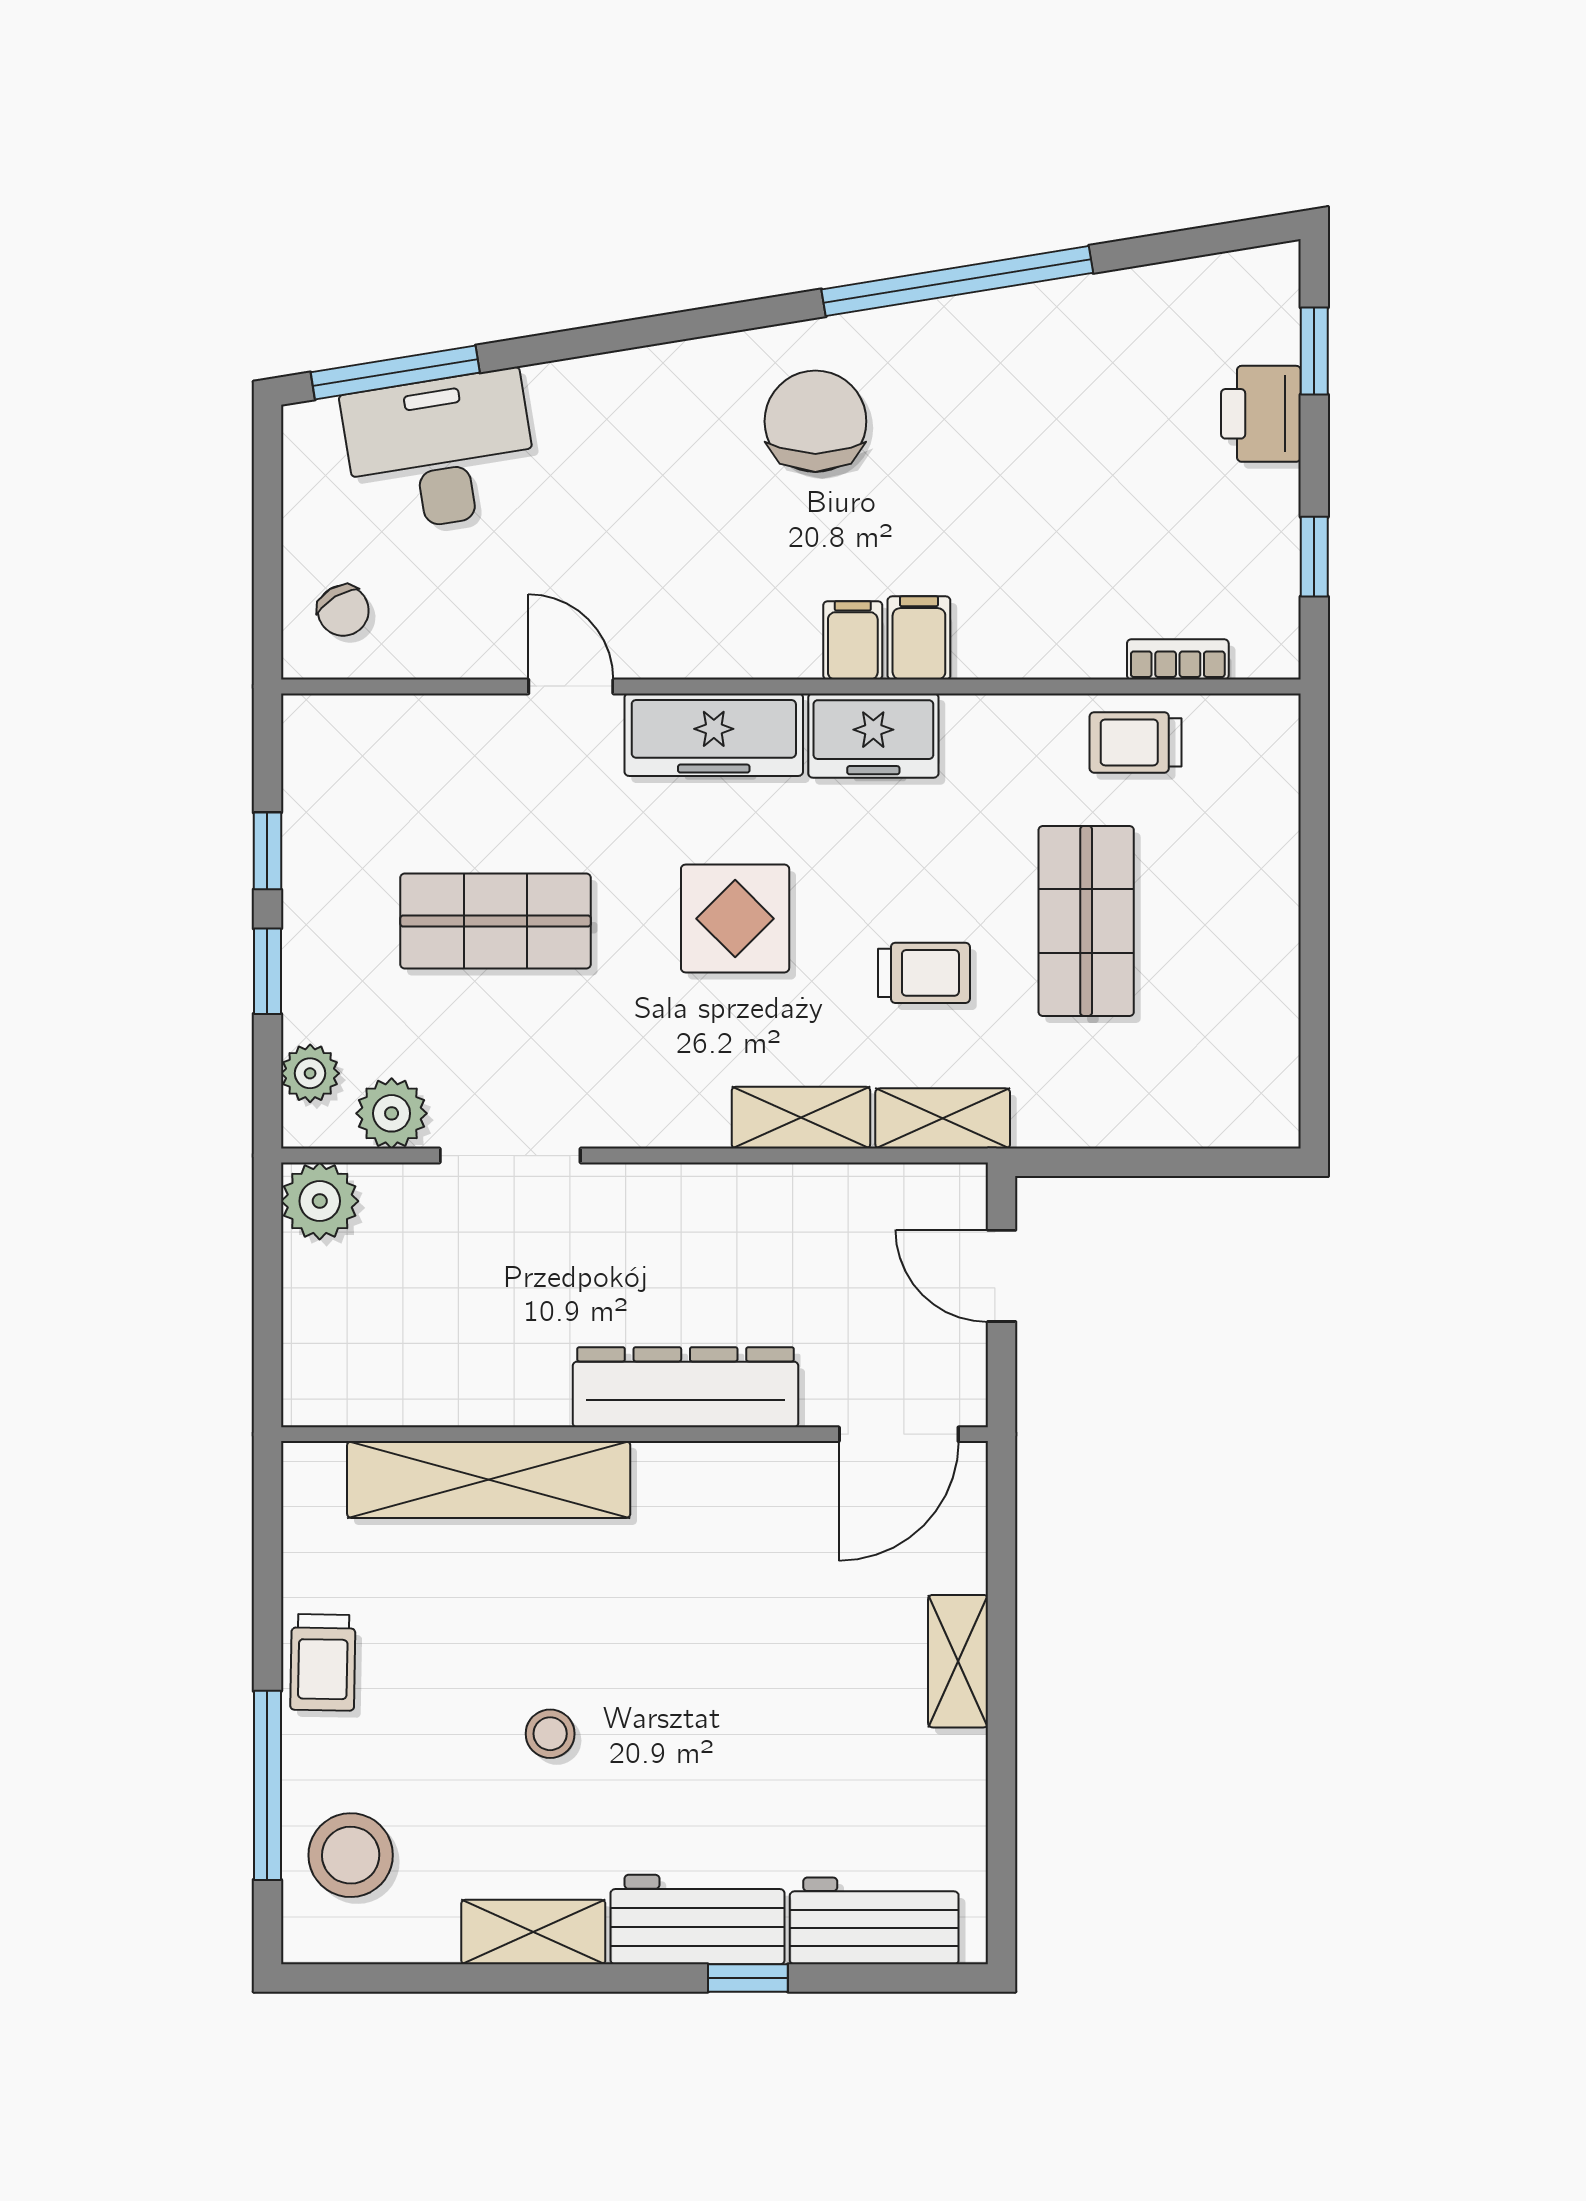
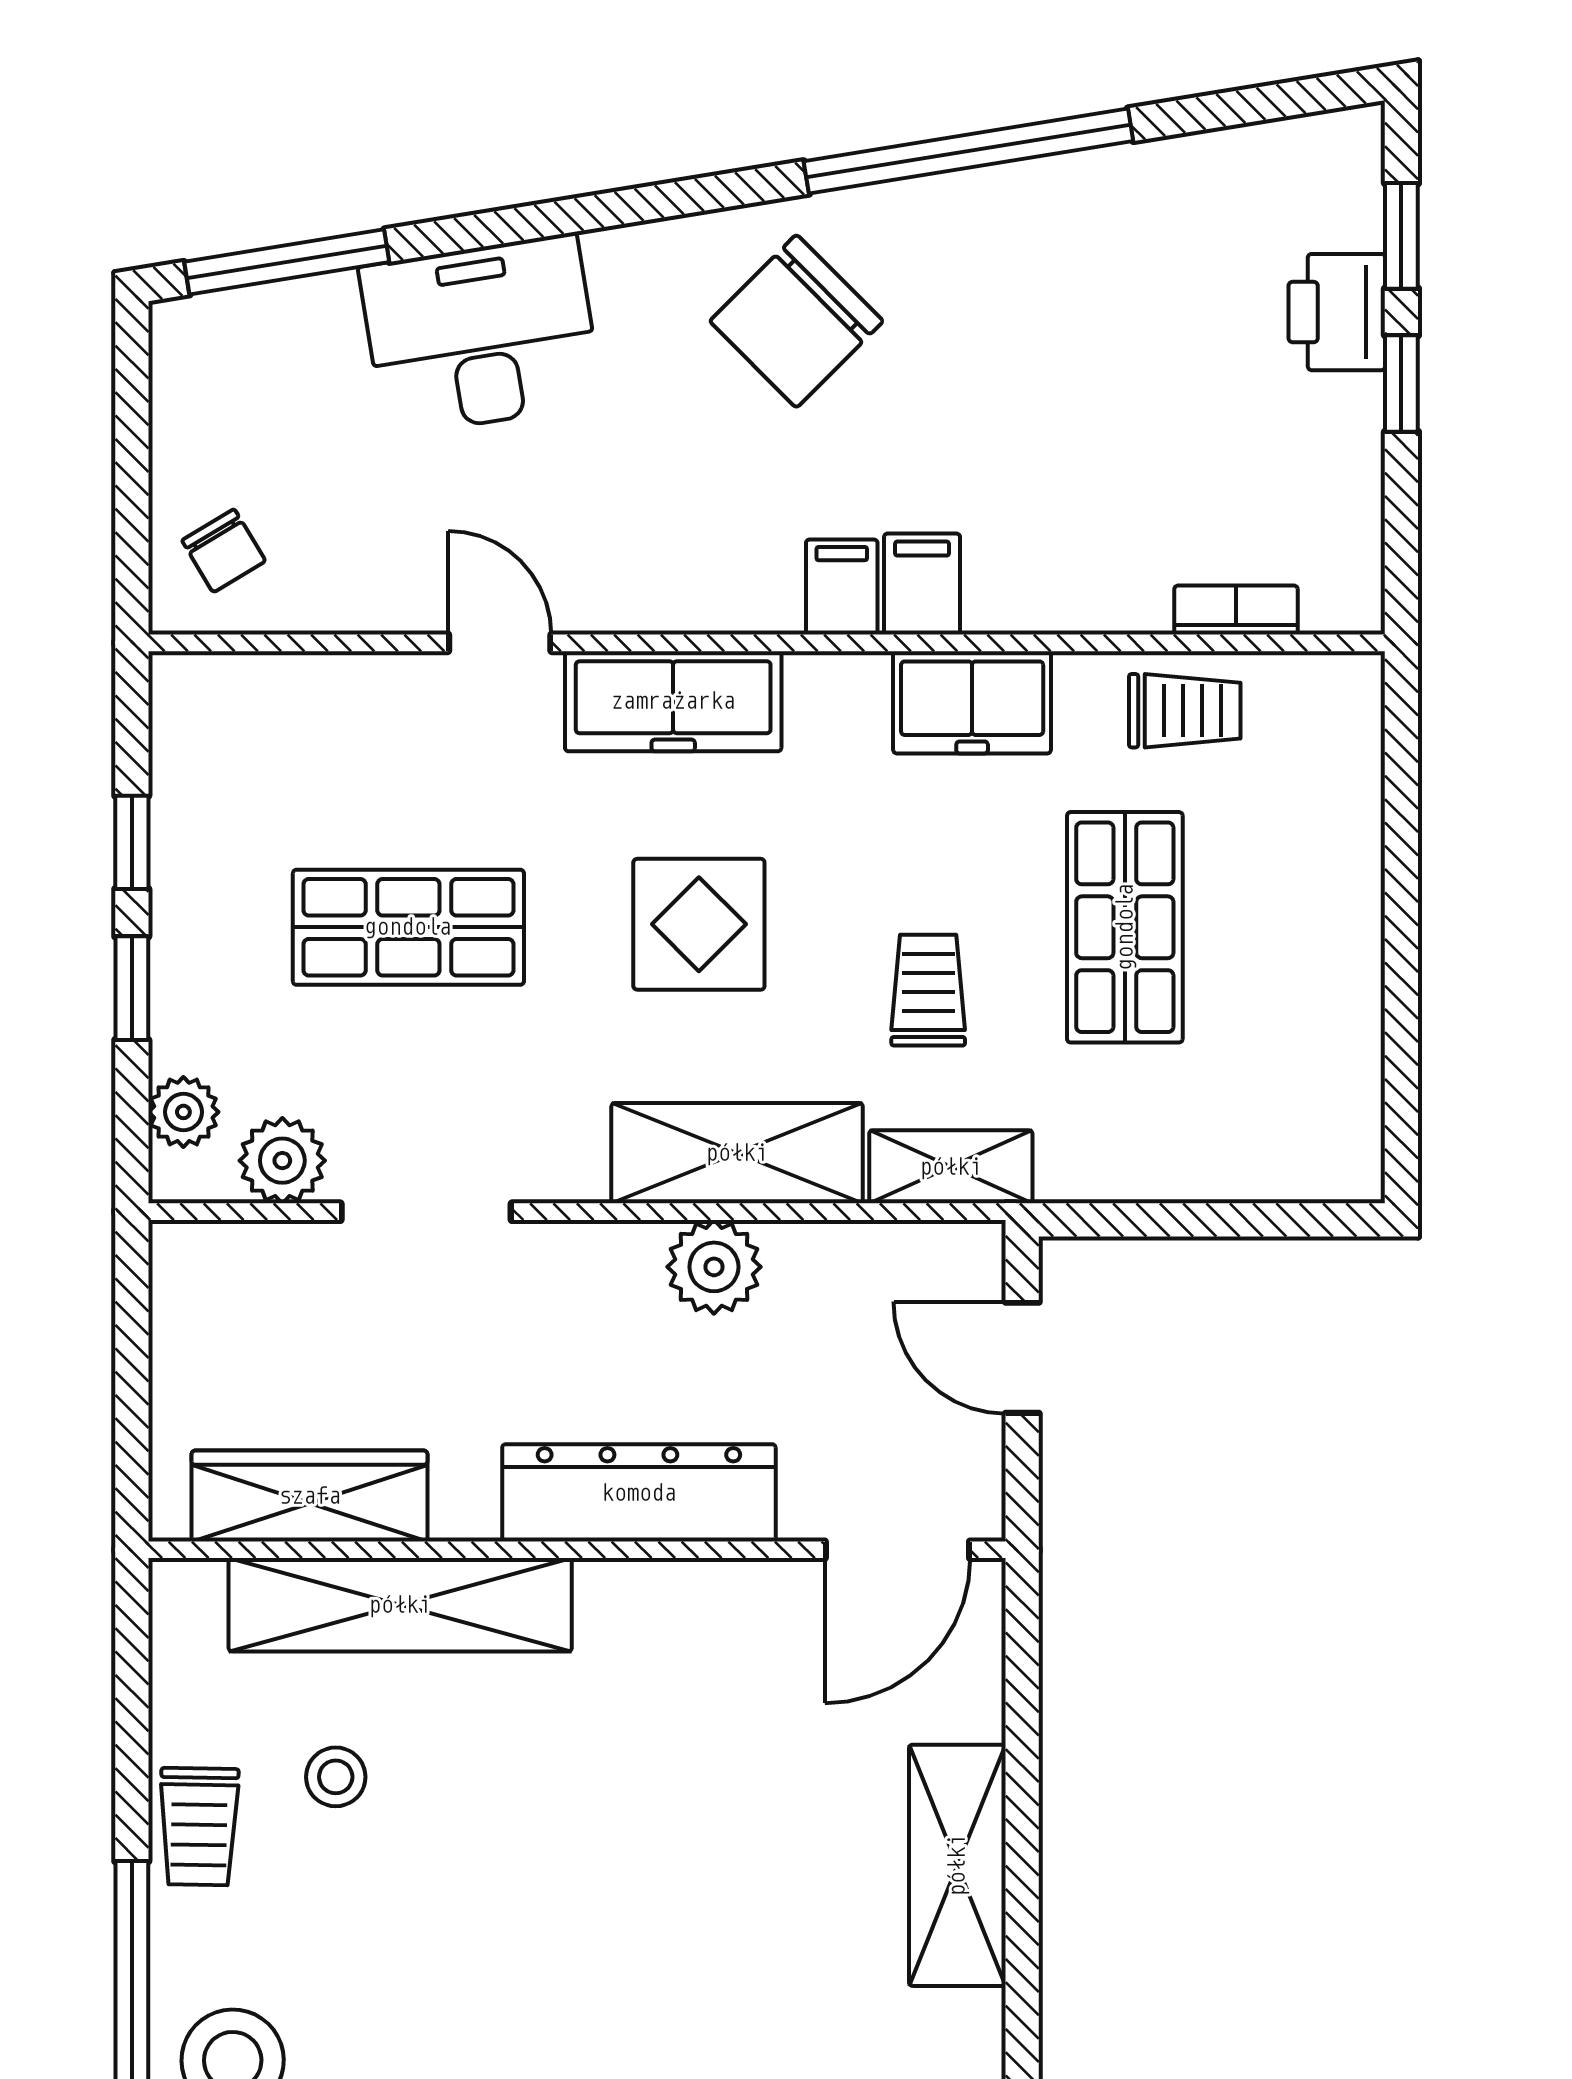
chair: (815, 421) -> (796, 321), turned -135
desk: (440, 452) -> (481, 335), moved
window: (1314, 557) -> (1401, 384), moved
freezer: (873, 736) -> (972, 702), moved
trolley: (1136, 742) -> (1185, 711), turned 180
trolley: (924, 973) -> (928, 990), turned -90
shelving: (801, 1118) -> (737, 1153), width x1.50, depth x1.33
plant: (320, 1201) -> (714, 1267), moved
wardrobe: (414, 1390) -> (310, 1496), added
shelving: (958, 1661) -> (957, 1865), width x1.50, depth x1.33
stool: (550, 1734) -> (336, 1777), moved

